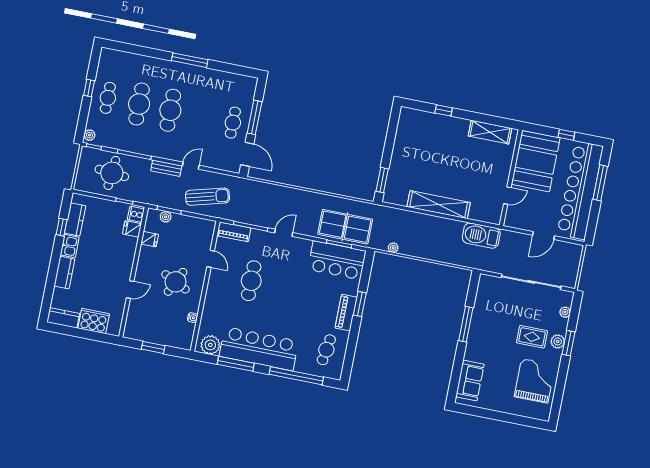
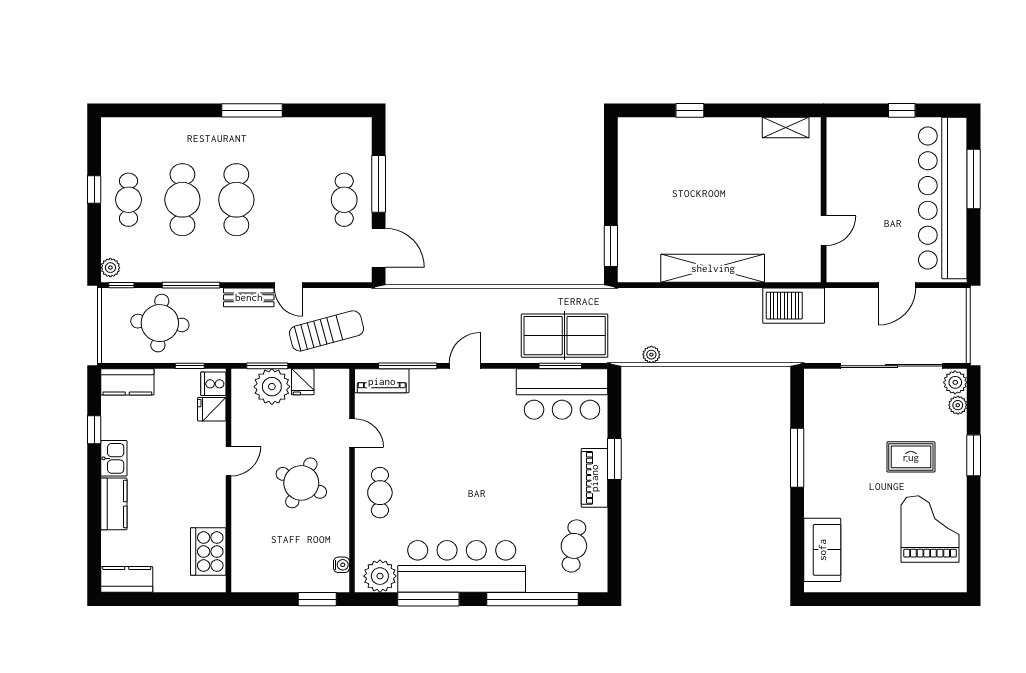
shelving: (490, 132) -> (786, 128), width x0.67, depth x0.75
booth: (536, 161) -> (859, 164), removed
door: (191, 166) -> (288, 285), swing flipped
plant: (166, 217) -> (272, 387), width x1.87, depth x1.87
kitchen counter: (75, 219) -> (127, 382), moved, turned 90
fridge: (150, 239) -> (303, 382), moved, turned 90
cafe table: (251, 281) -> (380, 493), moved, width x0.73, depth x0.74
door: (130, 290) -> (228, 461), moved
water cooler: (193, 318) -> (341, 565), moved
cooker: (94, 321) -> (208, 552), moved, turned -90
plant: (558, 342) -> (955, 382), moved
window: (153, 347) -> (317, 599), moved

